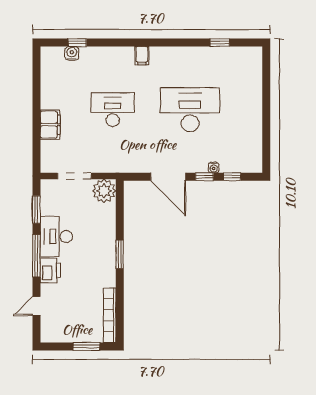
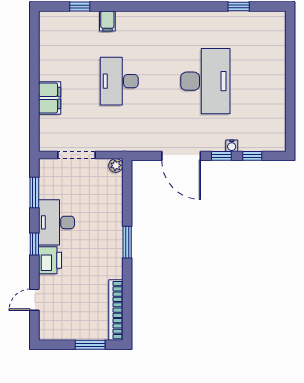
water cooler: (72, 53) -> (74, 19), removed
filing cabinet: (142, 56) -> (107, 21), moved
desk: (113, 110) -> (119, 81), turned -90
desk: (190, 110) -> (205, 81), turned 90
plant: (104, 191) -> (116, 165), width x0.53, depth x0.53
window: (36, 256) -> (34, 244), width x0.46

